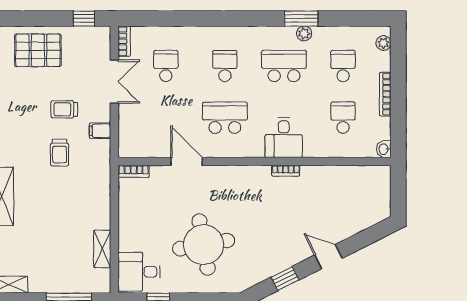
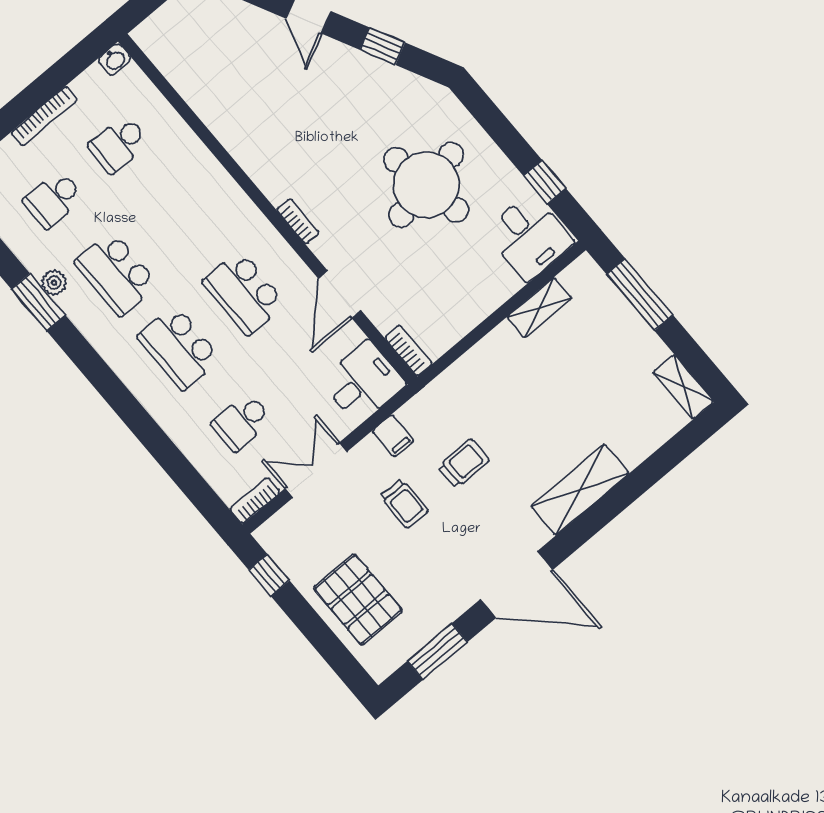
school desk: (225, 66) -> (179, 348), width x1.85
desk: (284, 138) -> (363, 382), moved
bookcase: (286, 171) -> (298, 221), moved

